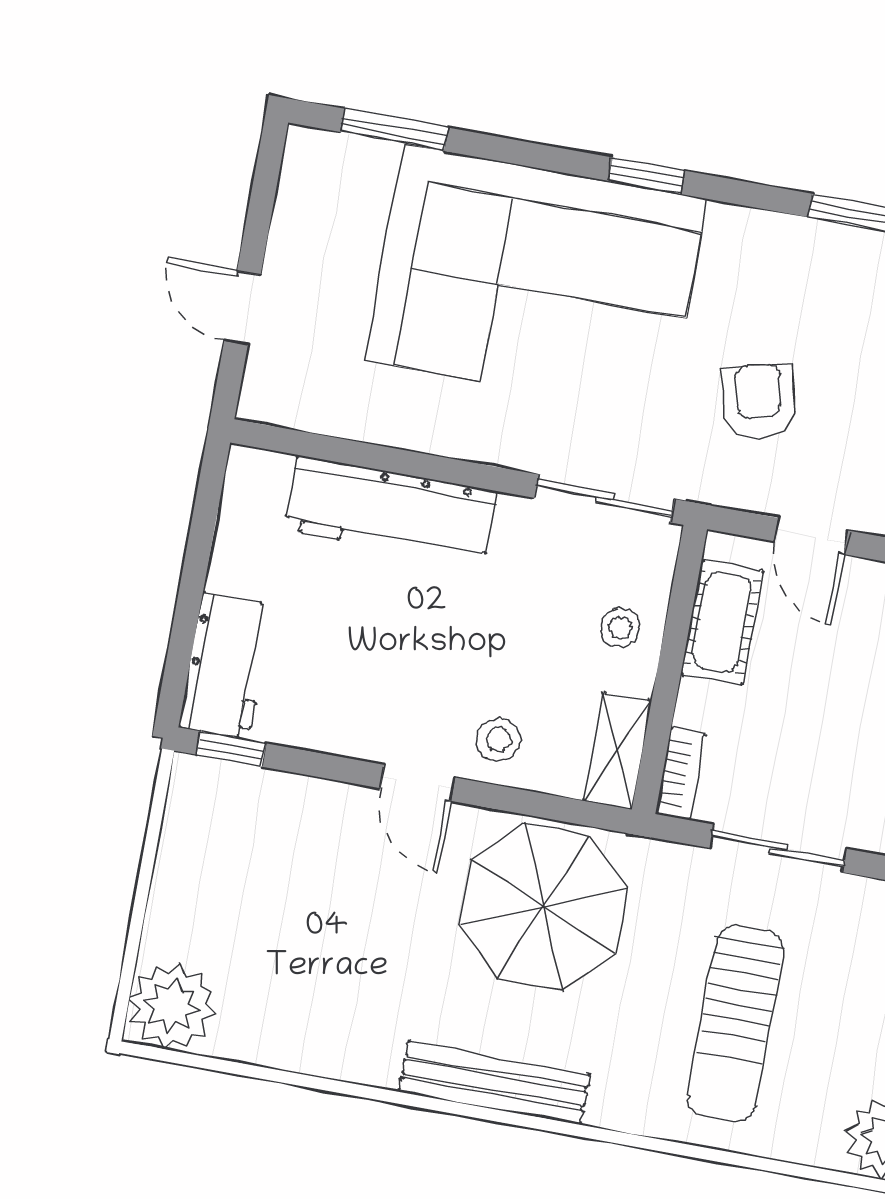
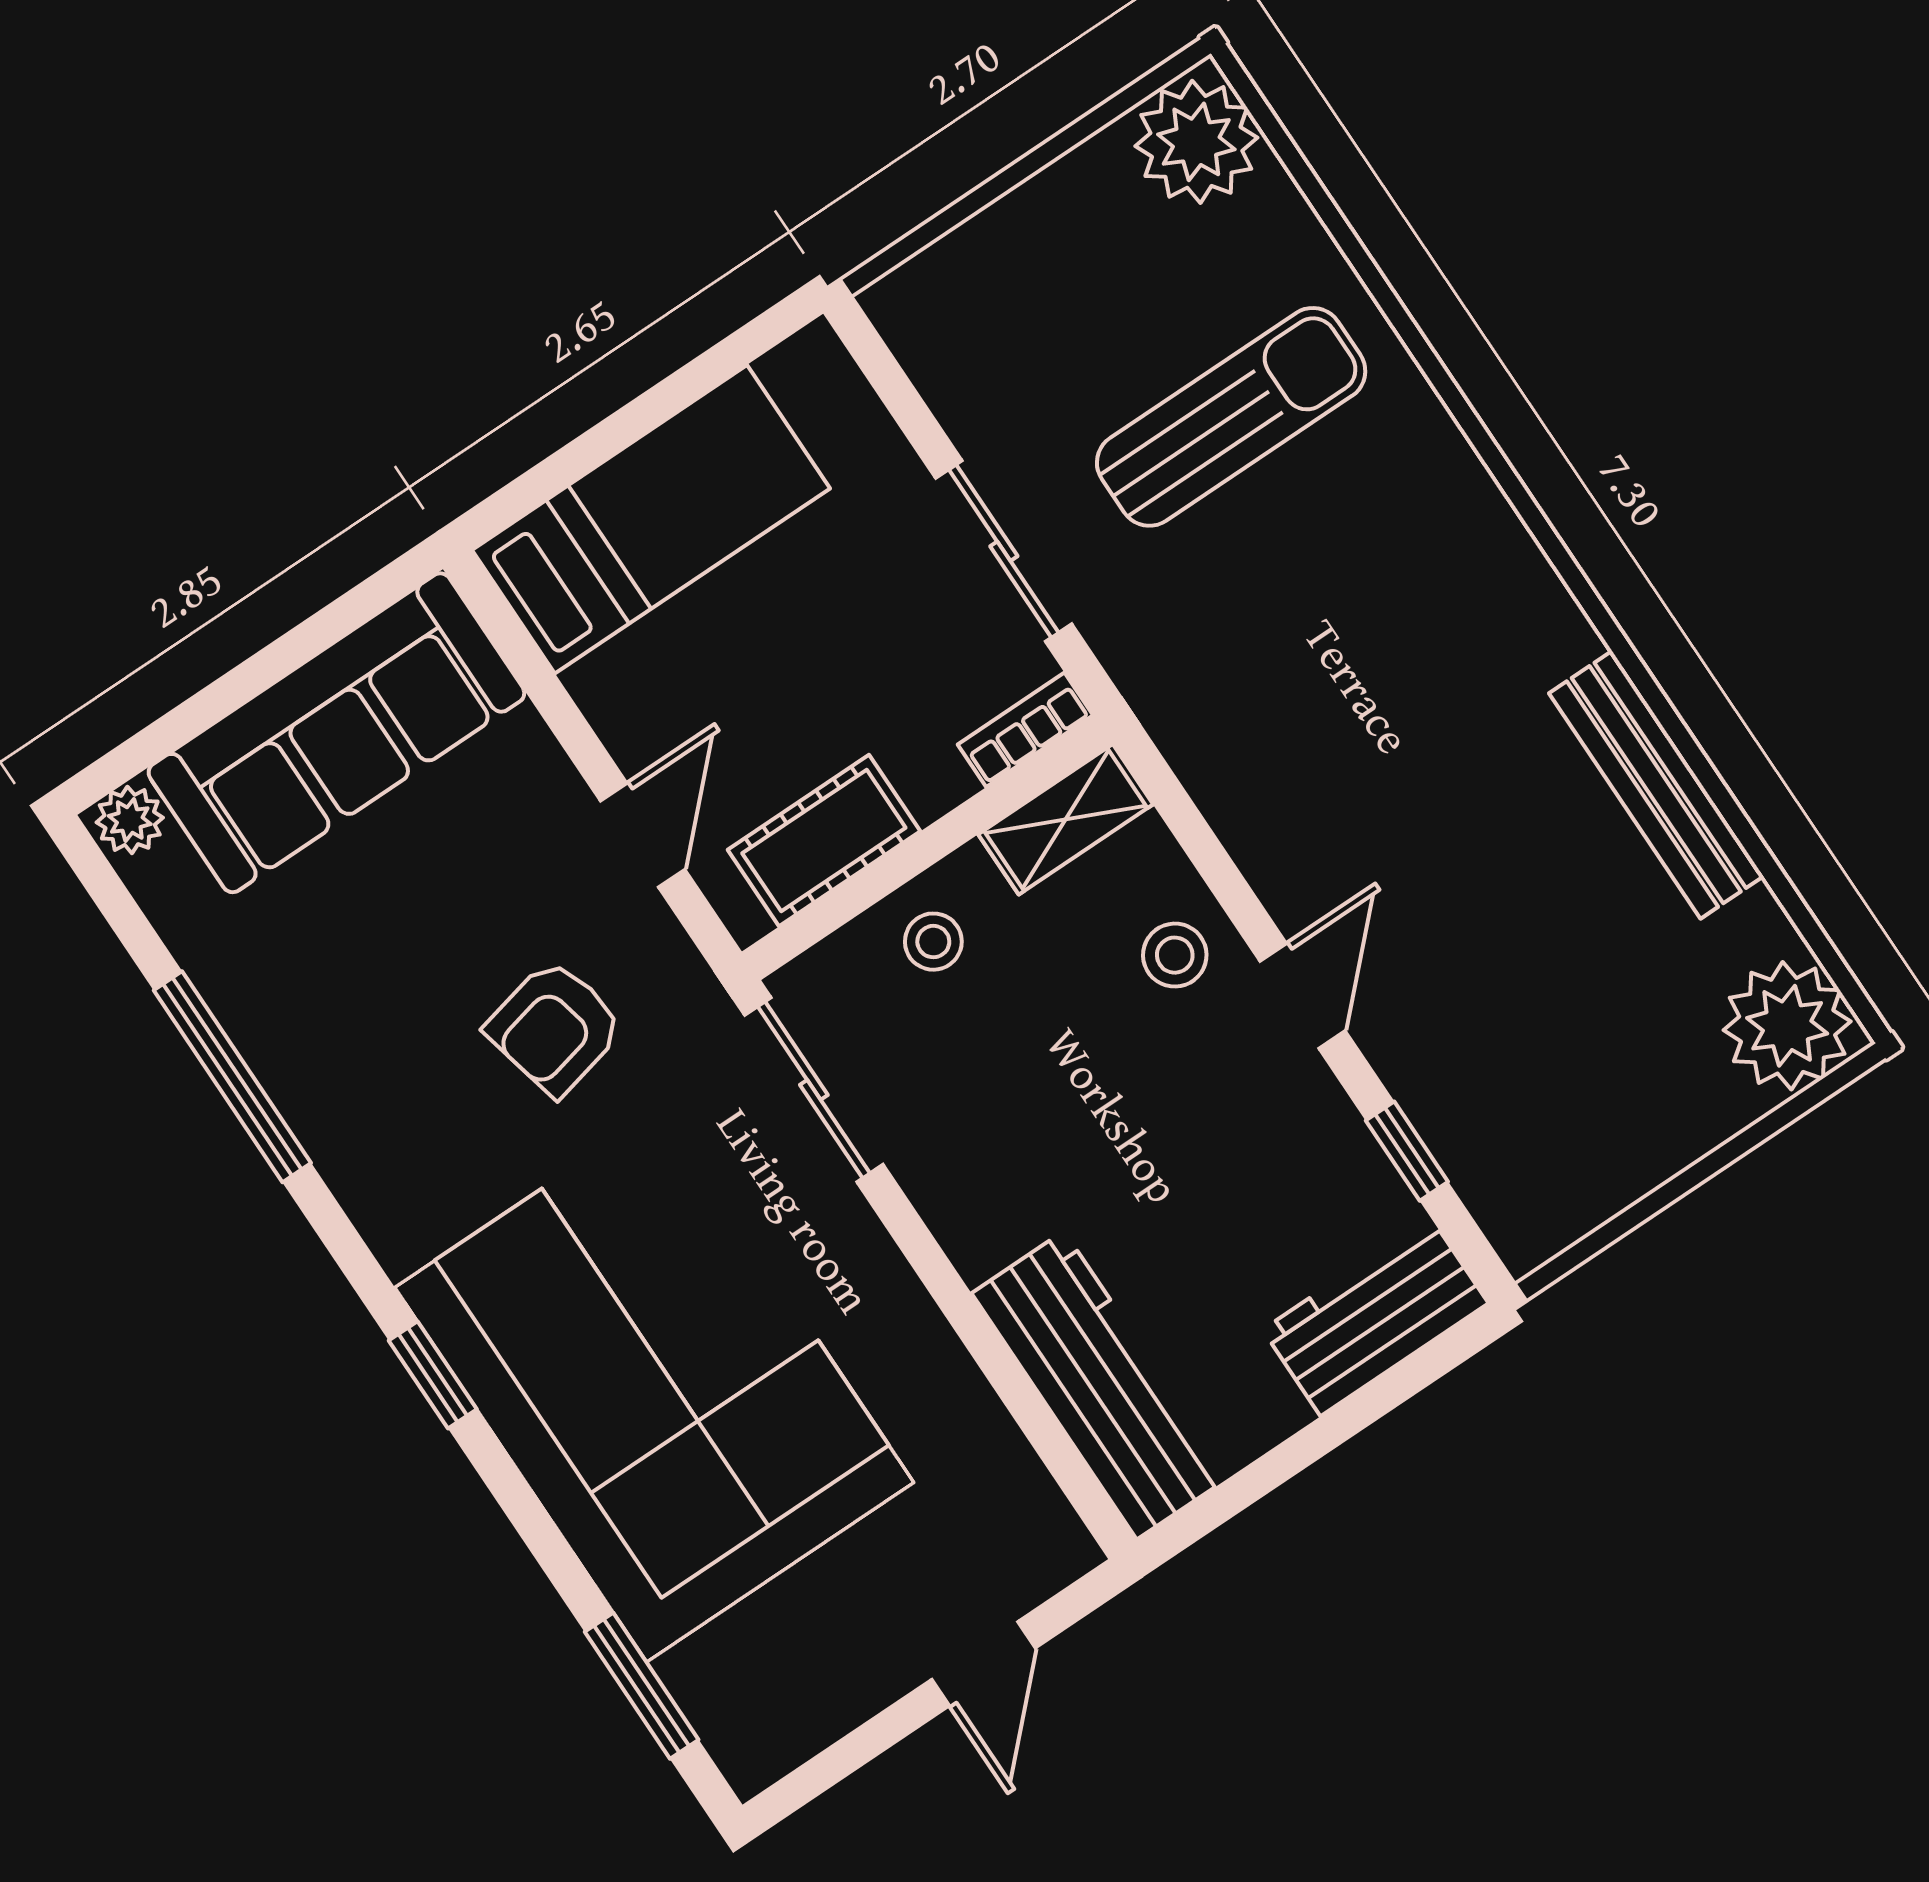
workbench: (390, 510) -> (1100, 1385), moved
window: (231, 749) -> (1407, 1151), moved
parasol: (544, 907) -> (1304, 737), removed
bench: (494, 1083) -> (1656, 785), moved

